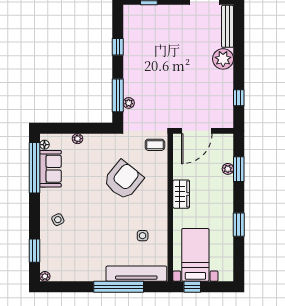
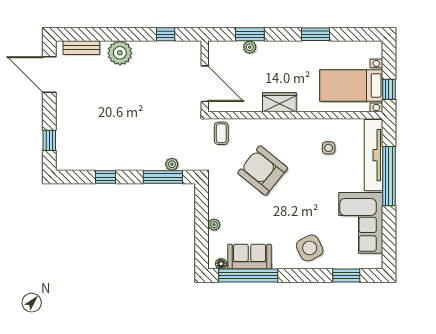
bench: (228, 26) -> (81, 48), width x0.73
side table: (58, 220) -> (310, 248), width x1.87, depth x1.87
corner sofa: (79, 263) -> (361, 223), added
plant: (45, 276) -> (377, 263), removed

